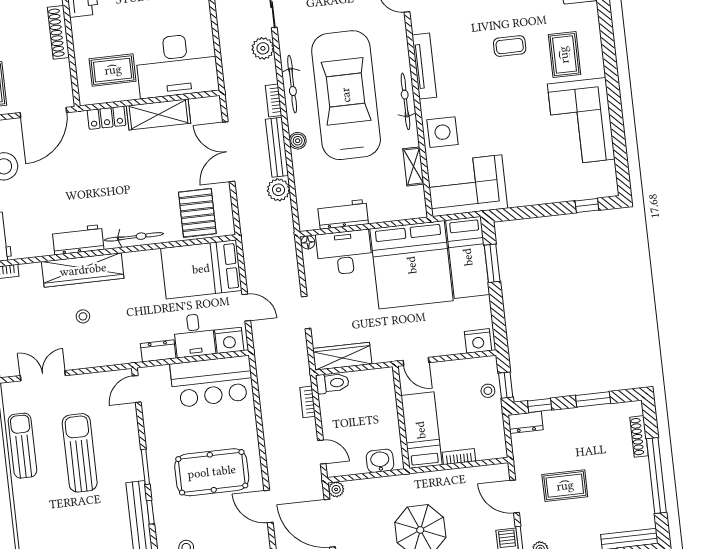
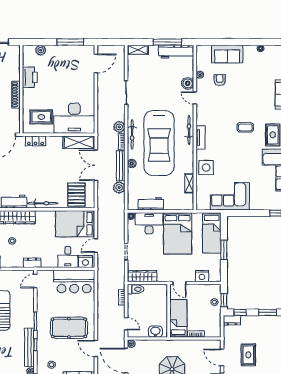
plant: (263, 48) -> (119, 127), moved
tv unit: (424, 66) -> (201, 138), width x0.71
car: (346, 95) -> (159, 143), turned 180
bicycle: (405, 101) -> (189, 130), moved
shelving: (158, 114) -> (79, 142), moved
corner sofa: (467, 186) -> (230, 196), moved
window: (492, 263) -> (224, 250), moved
bed: (412, 265) -> (178, 233), width x0.73
door: (246, 307) -> (96, 246), swing flipped
nightstand: (478, 341) -> (202, 276), moved
dresser: (158, 351) -> (32, 263), moved
rug: (565, 486) -> (248, 355), turned 90

